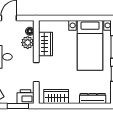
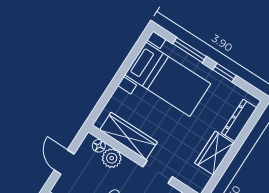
wardrobe: (45, 44) -> (129, 136), width x1.50
wardrobe: (56, 96) -> (214, 153), moved

